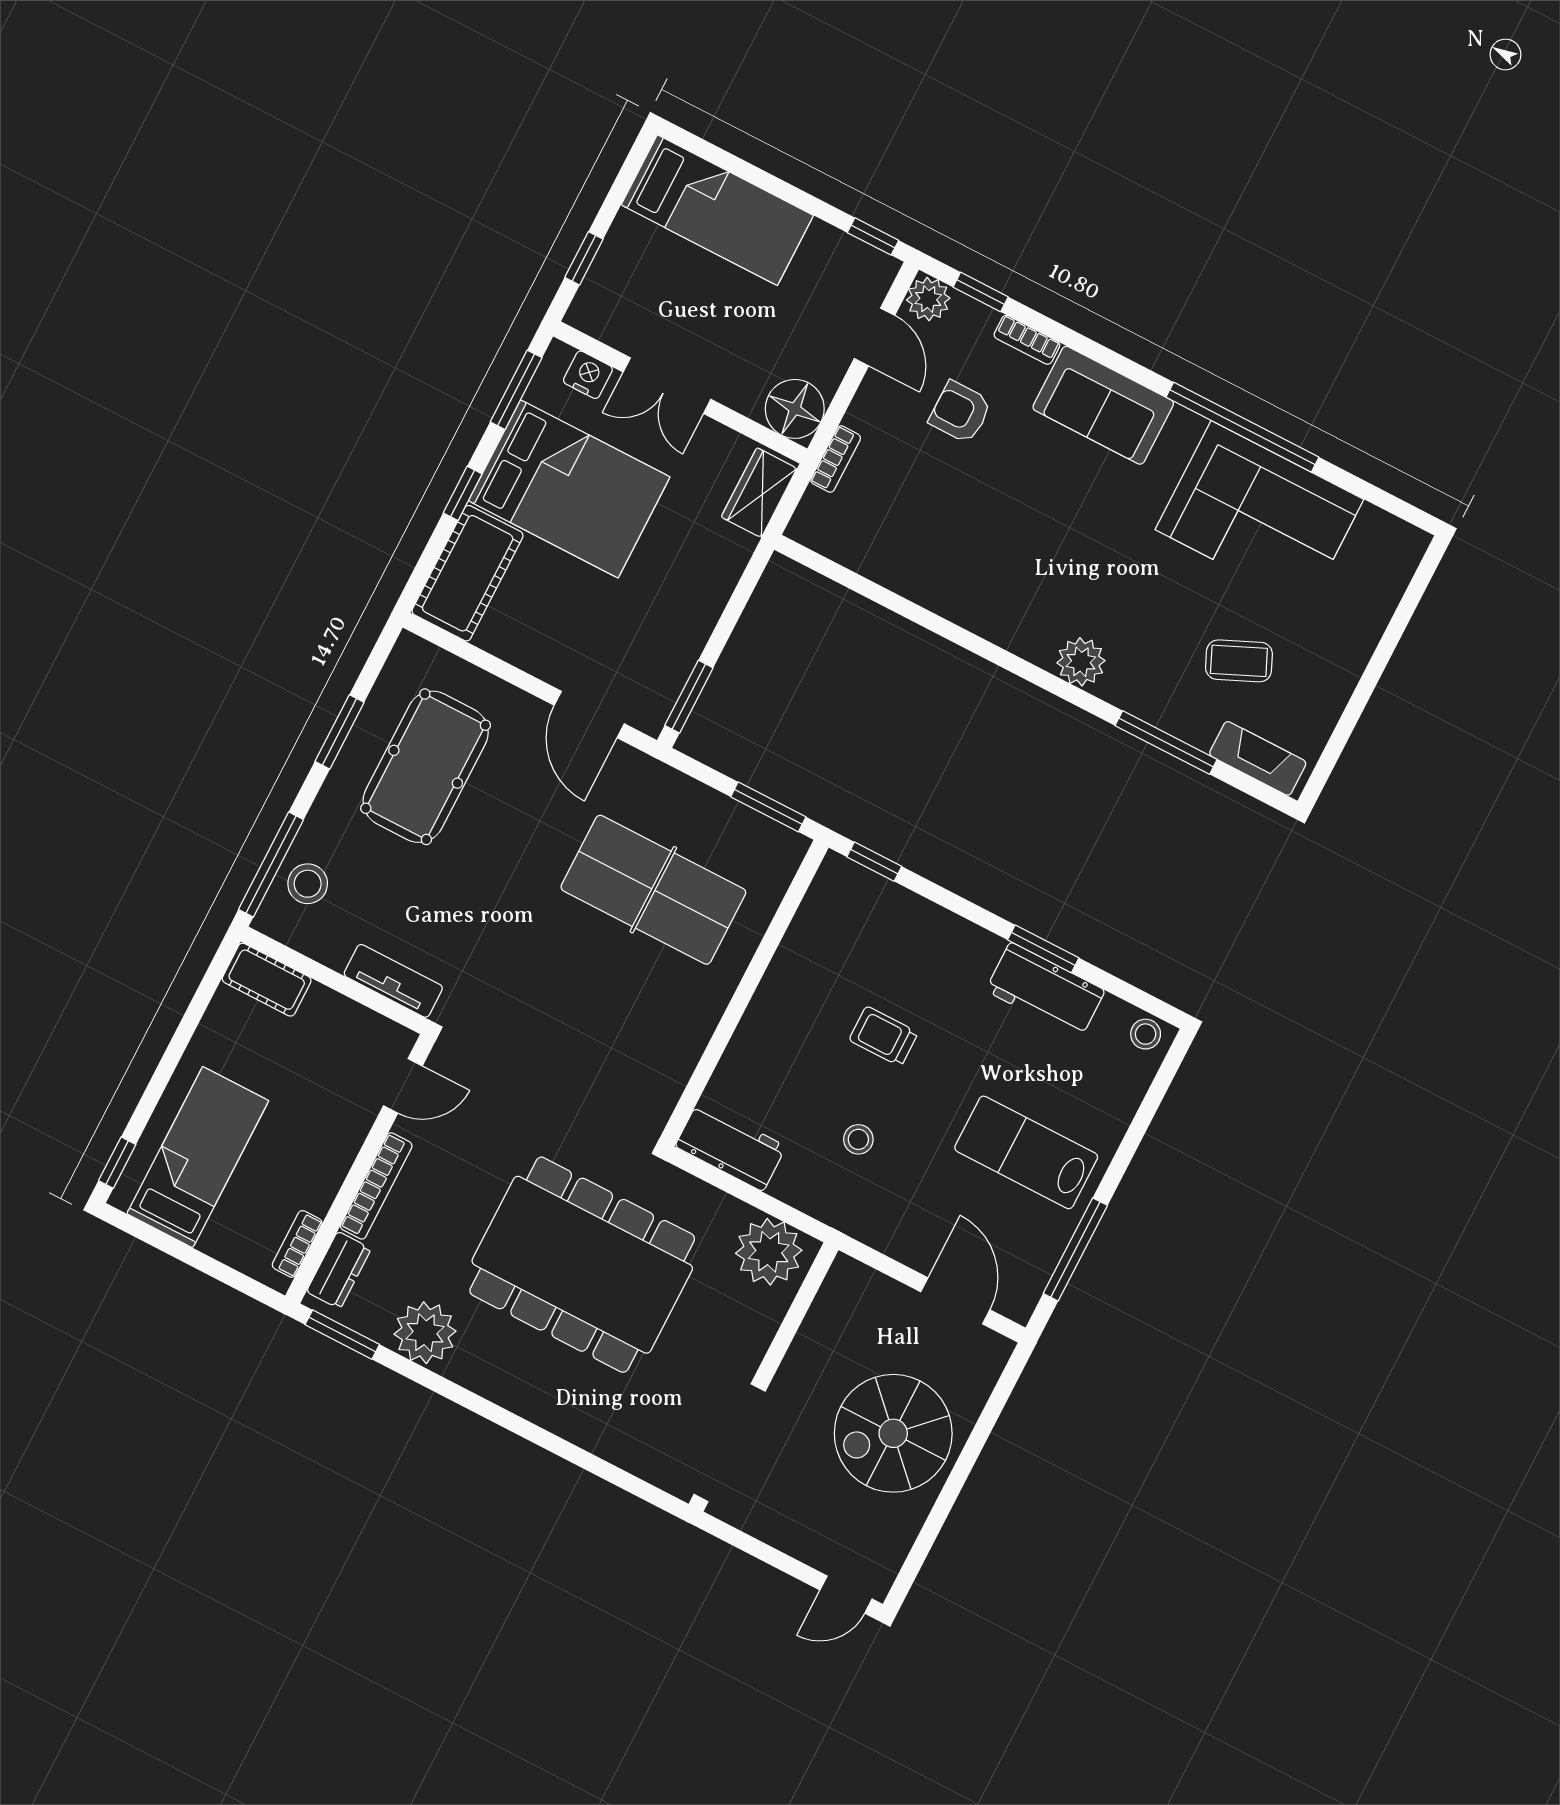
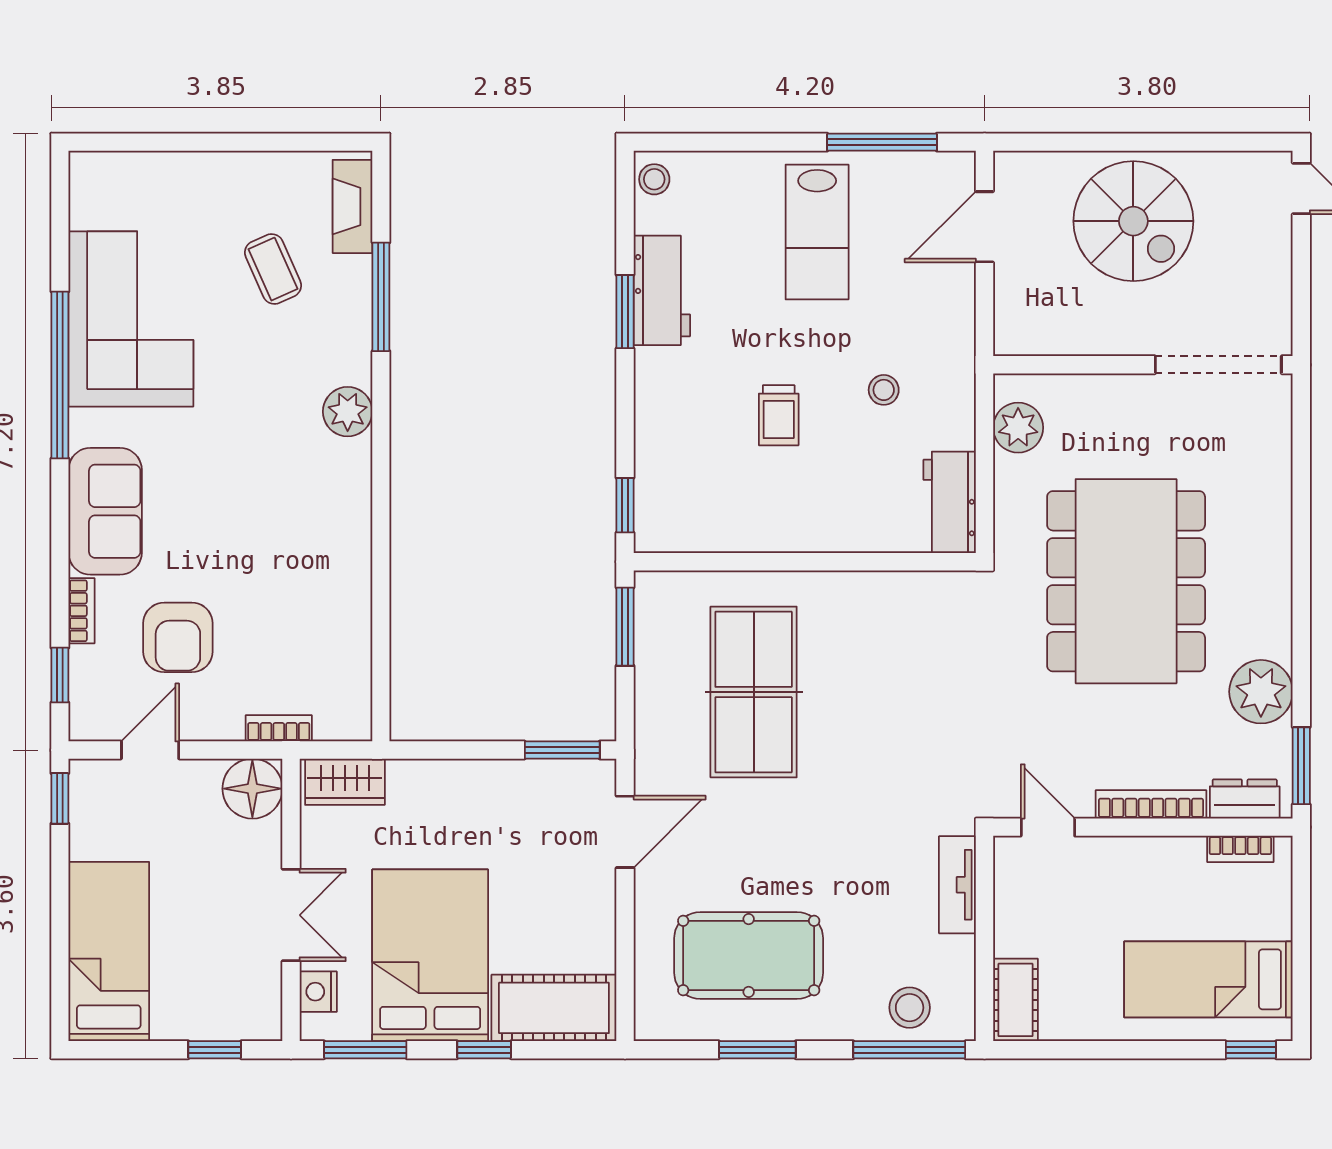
plant: (928, 299) -> (91, 719), removed
armchair: (960, 412) -> (178, 637), width x1.38, depth x1.38
plant: (769, 1252) -> (1018, 428), width x0.73, depth x0.73

